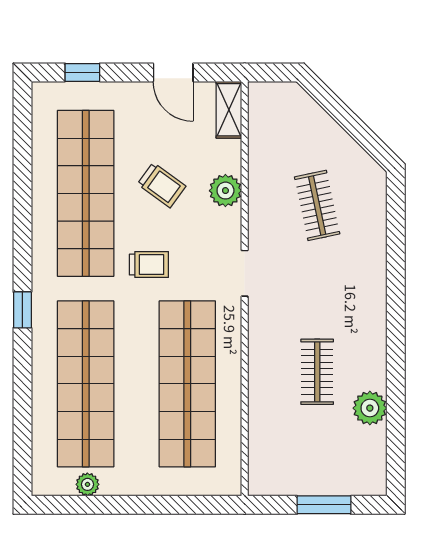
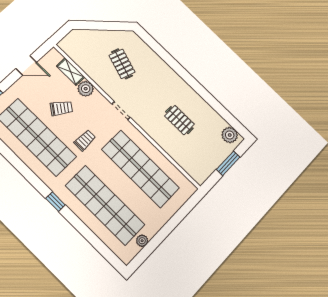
shelving: (229, 110) -> (71, 72), moved
clothes rail: (317, 205) -> (122, 64), turned 30
plant: (370, 408) -> (230, 135), moved

